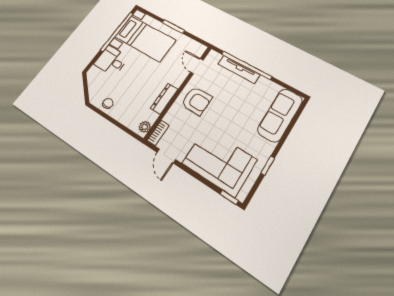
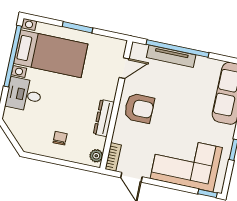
door: (197, 66) -> (124, 68), swing flipped
chair: (108, 103) -> (60, 138), moved

